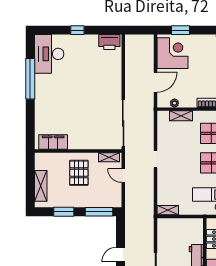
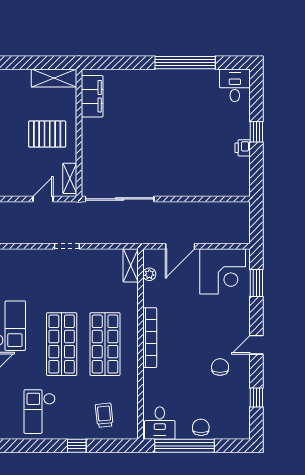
printer: (109, 42) -> (243, 148), moved, width x0.53, depth x0.68
desk: (49, 54) -> (235, 85), width x0.53, depth x0.77
door: (155, 82) -> (180, 246), hinge flipped
shelving: (181, 116) -> (131, 265), moved
shelving: (41, 186) -> (54, 78), moved

